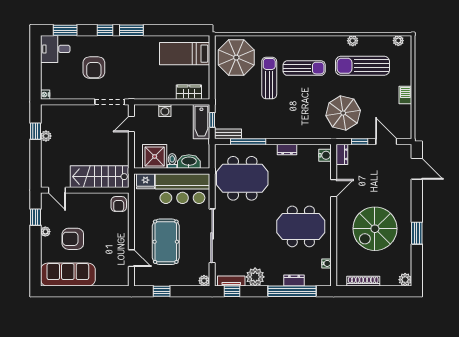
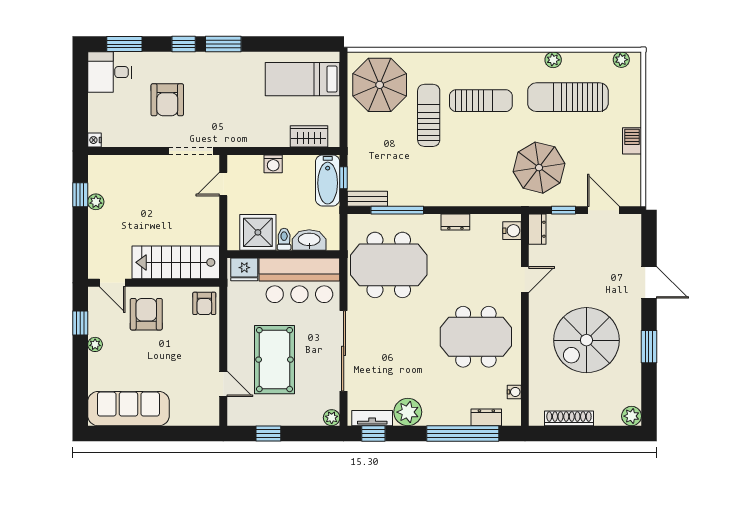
door: (417, 169) -> (649, 282), moved
armchair: (73, 239) -> (146, 314), moved, turned 90
dresser: (294, 280) -> (486, 417), moved

